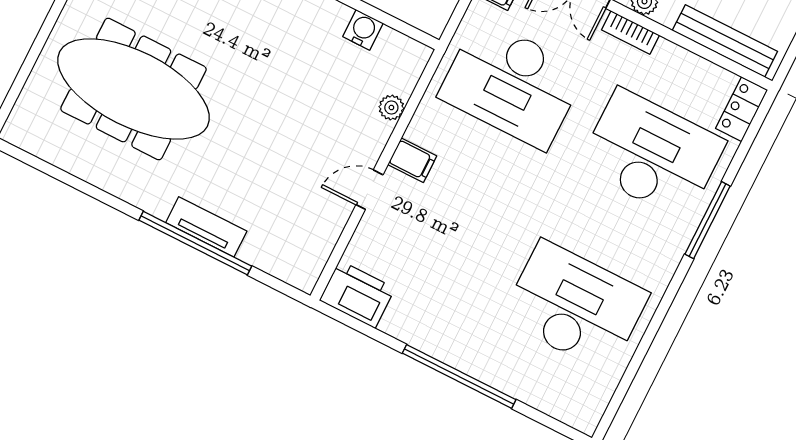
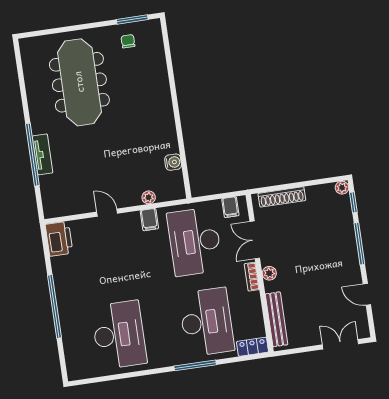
filing cabinet: (412, 160) -> (149, 220), moved

